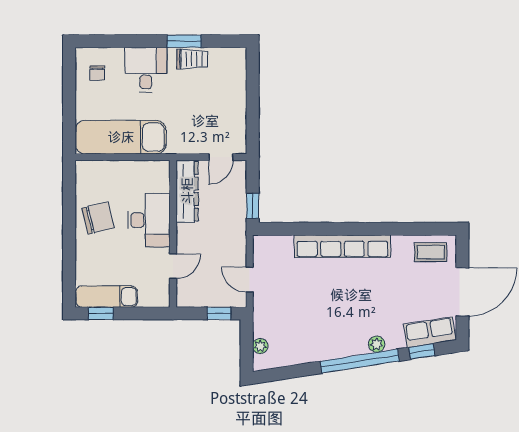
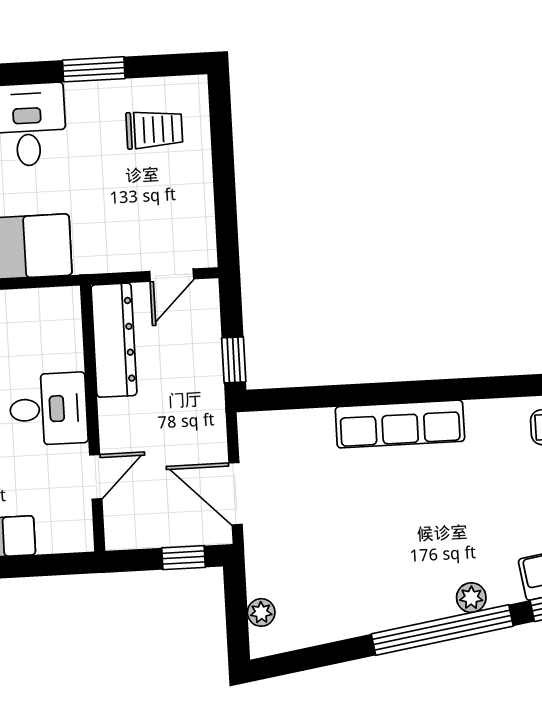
trolley: (192, 59) -> (154, 130), moved
desk: (149, 220) -> (48, 409), width x0.73
row of seats: (342, 246) -> (400, 424), width x0.73
door: (250, 280) -> (235, 494), width x1.38

